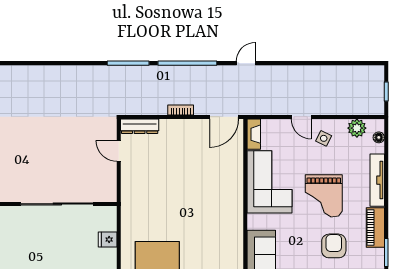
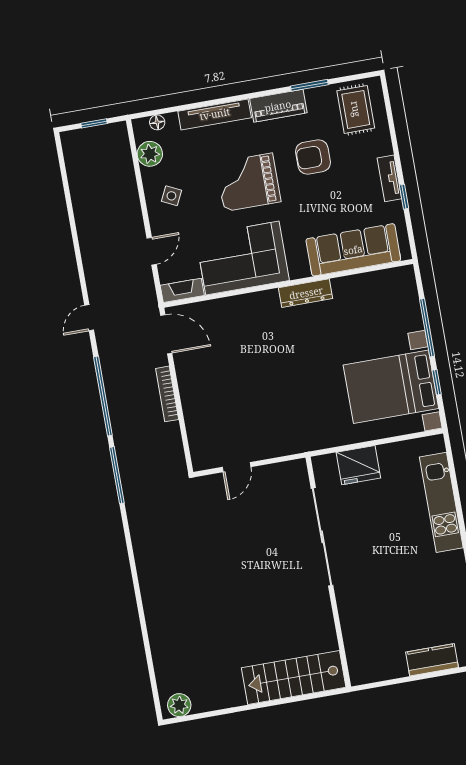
door: (246, 63) -> (89, 318), hinge flipped
bookcase: (181, 110) -> (167, 394), width x1.56
door: (301, 117) -> (152, 251), moved
dresser: (140, 126) -> (306, 293), moved, turned 90
grand piano: (324, 196) -> (248, 182), turned 180
fridge: (108, 240) -> (358, 465), width x1.88, depth x1.34

